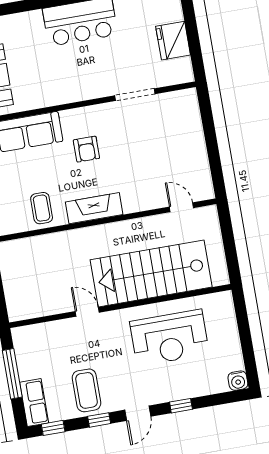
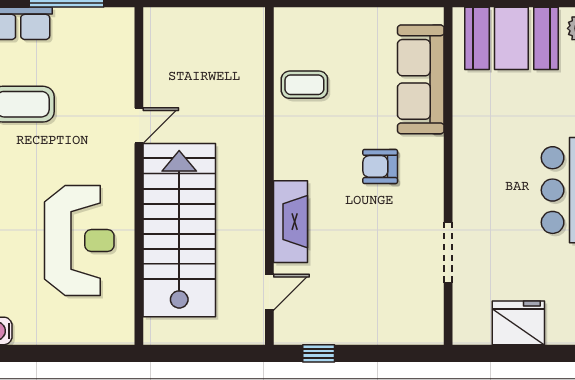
window: (216, 168) -> (319, 353), added
fireplace: (94, 208) -> (291, 222), moved
reception desk: (169, 338) -> (79, 241), turned 180

